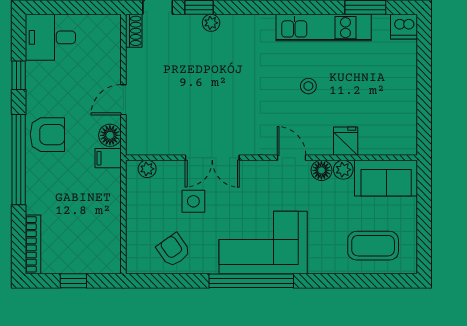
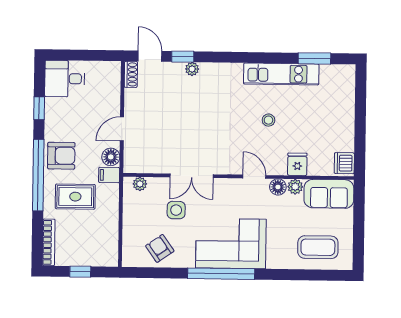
dishwasher: (404, 27) -> (344, 163), moved, turned 90
rug: (66, 186) -> (75, 197), added

